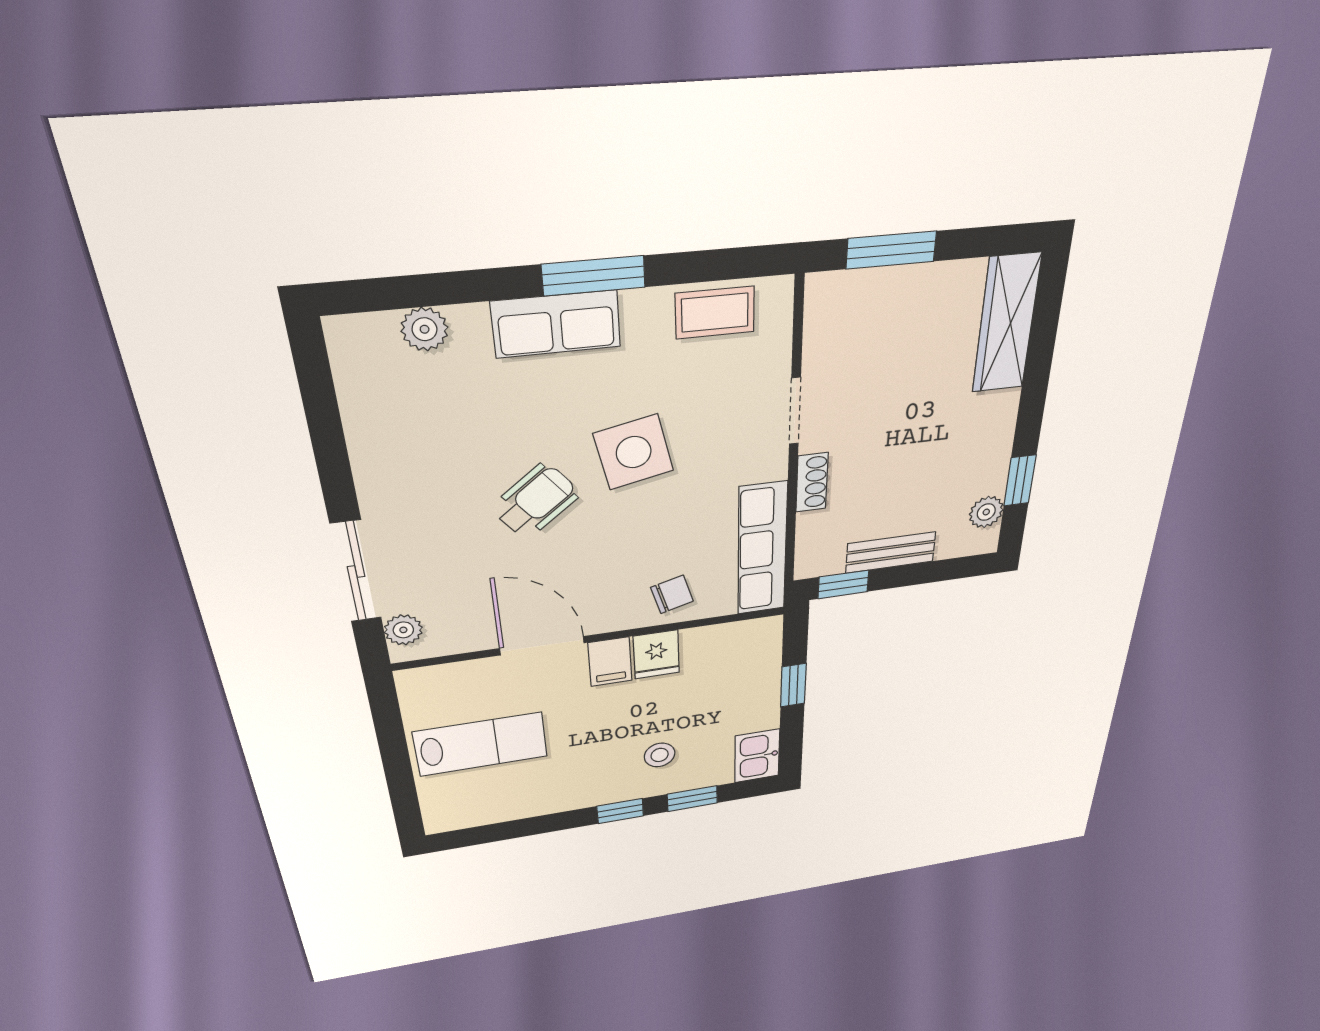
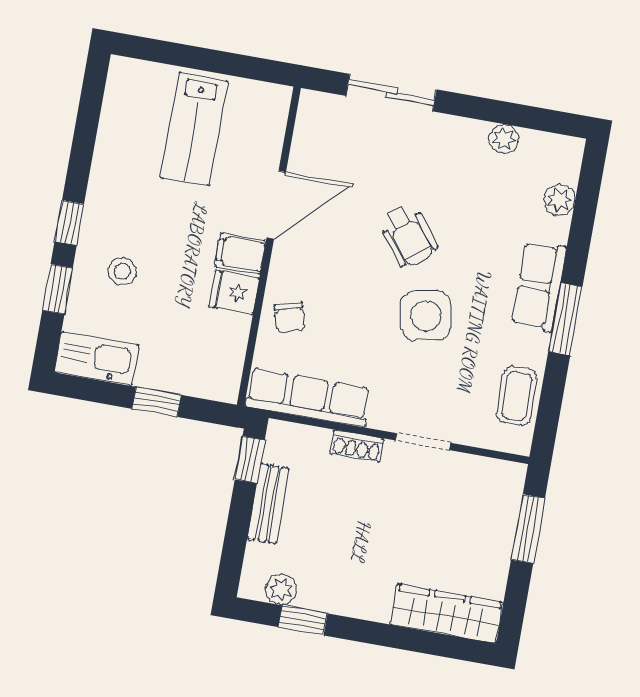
plant: (403, 630) -> (504, 139), moved
kitchen sink: (757, 756) -> (97, 359), width x1.38

